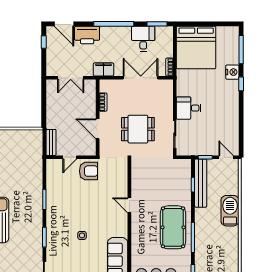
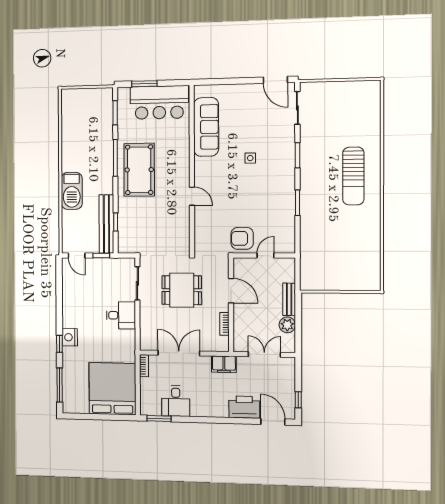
window: (114, 24) -> (212, 420), removed
nightstand: (232, 72) -> (70, 337), moved
double door: (141, 78) -> (179, 353), swing flipped
plant: (52, 102) -> (287, 325), added
bench: (51, 142) -> (289, 299), moved

